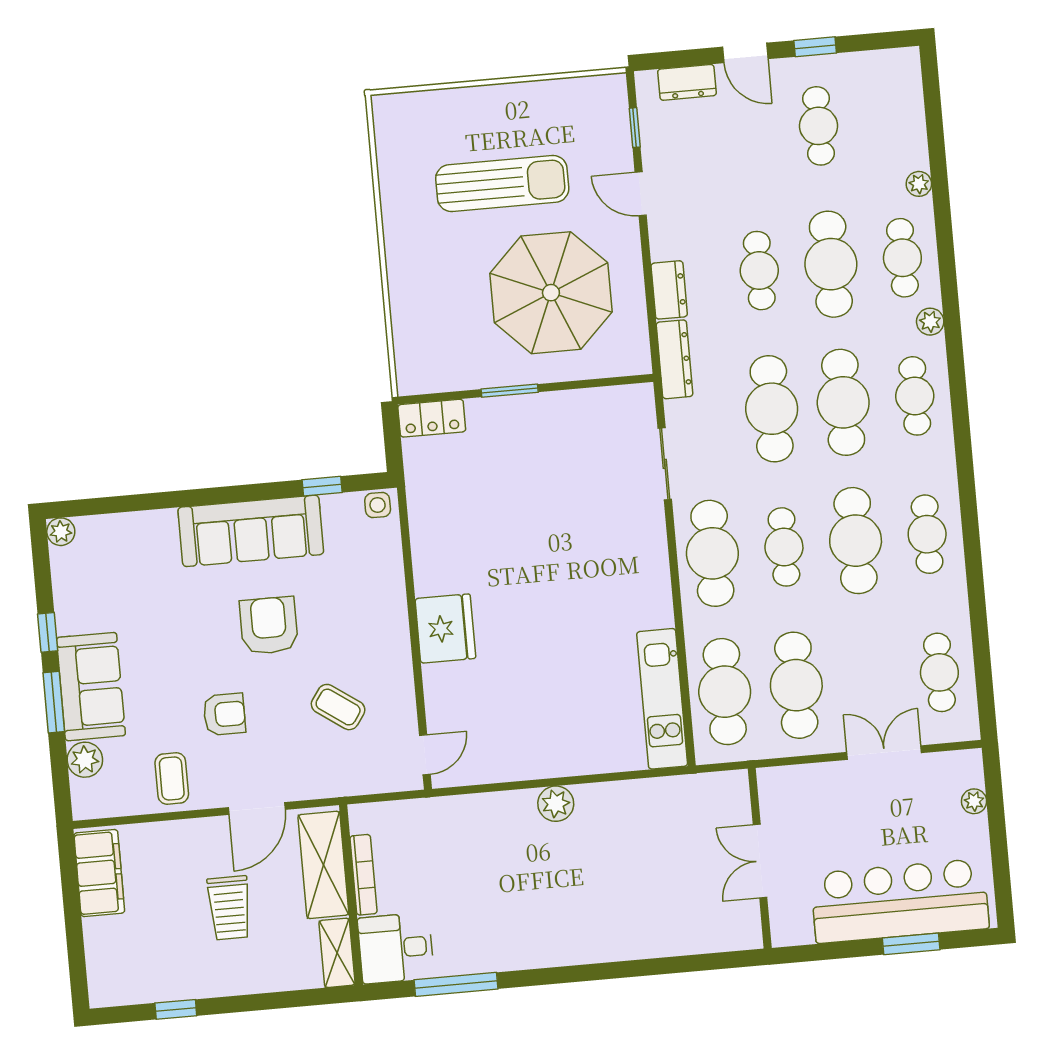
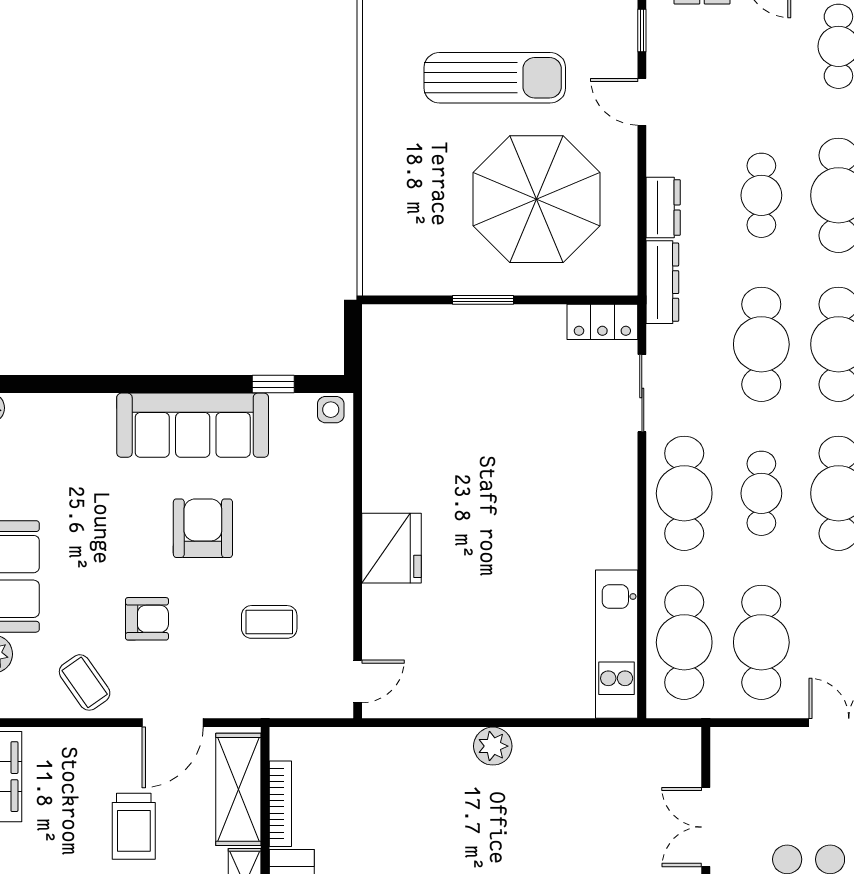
locker: (432, 418) -> (602, 322), moved
coffee table: (338, 707) -> (269, 622), turned -35
coffee table: (172, 778) -> (85, 682), turned -35

